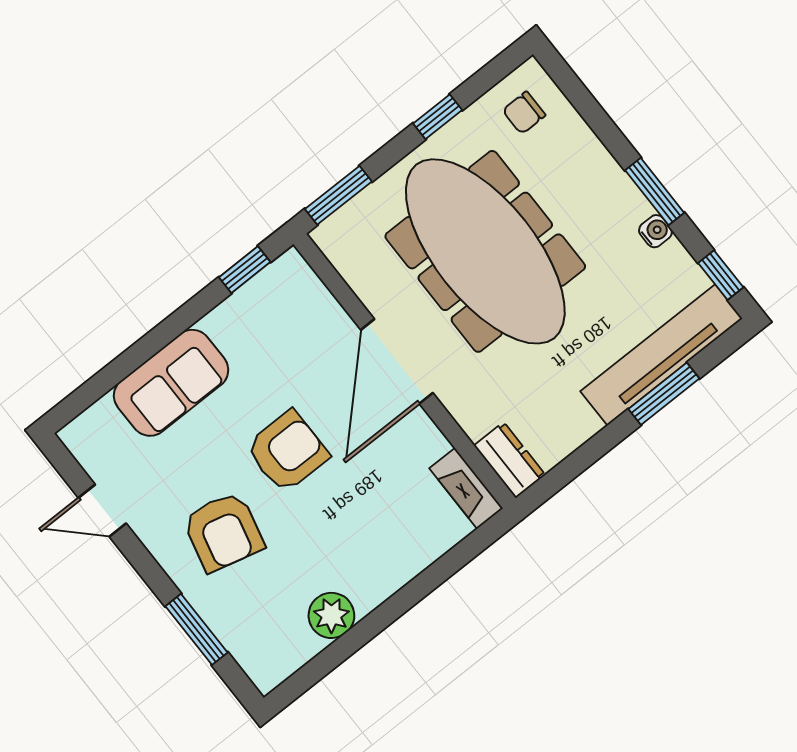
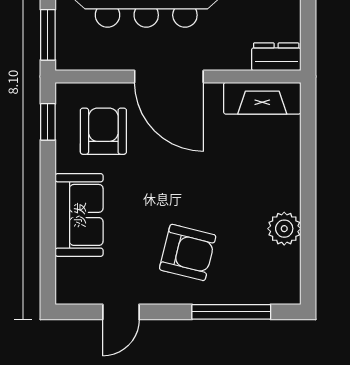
armchair: (287, 452) -> (103, 131), moved
fireplace: (466, 488) -> (262, 98), width x1.37, depth x1.32
window: (196, 629) -> (231, 312), width x1.44

